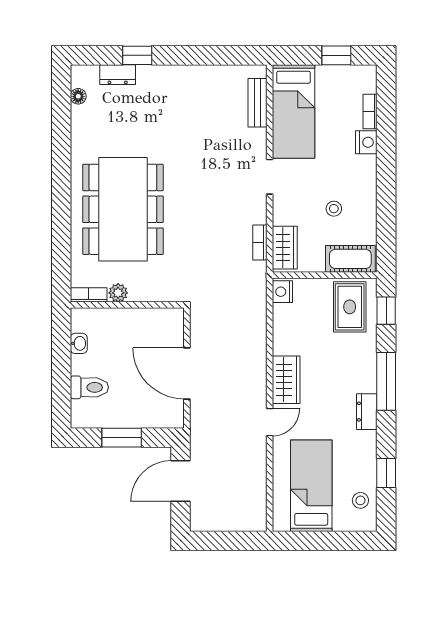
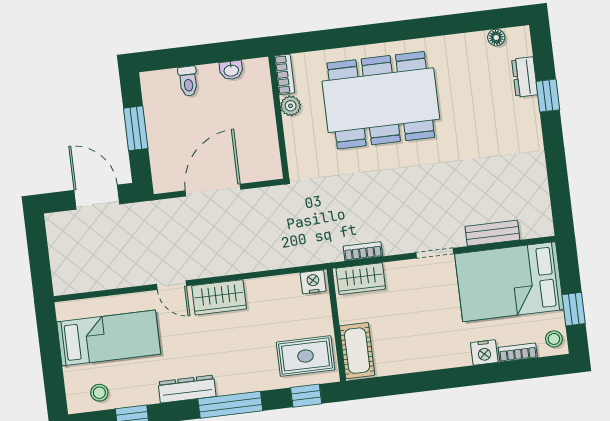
bench: (257, 103) -> (492, 233), moved
bed: (293, 111) -> (509, 282), width x1.50
stool: (334, 209) -> (554, 339), moved
toilet: (89, 387) -> (188, 81), width x0.73, depth x0.72
dresser: (367, 412) -> (187, 389), width x1.44

